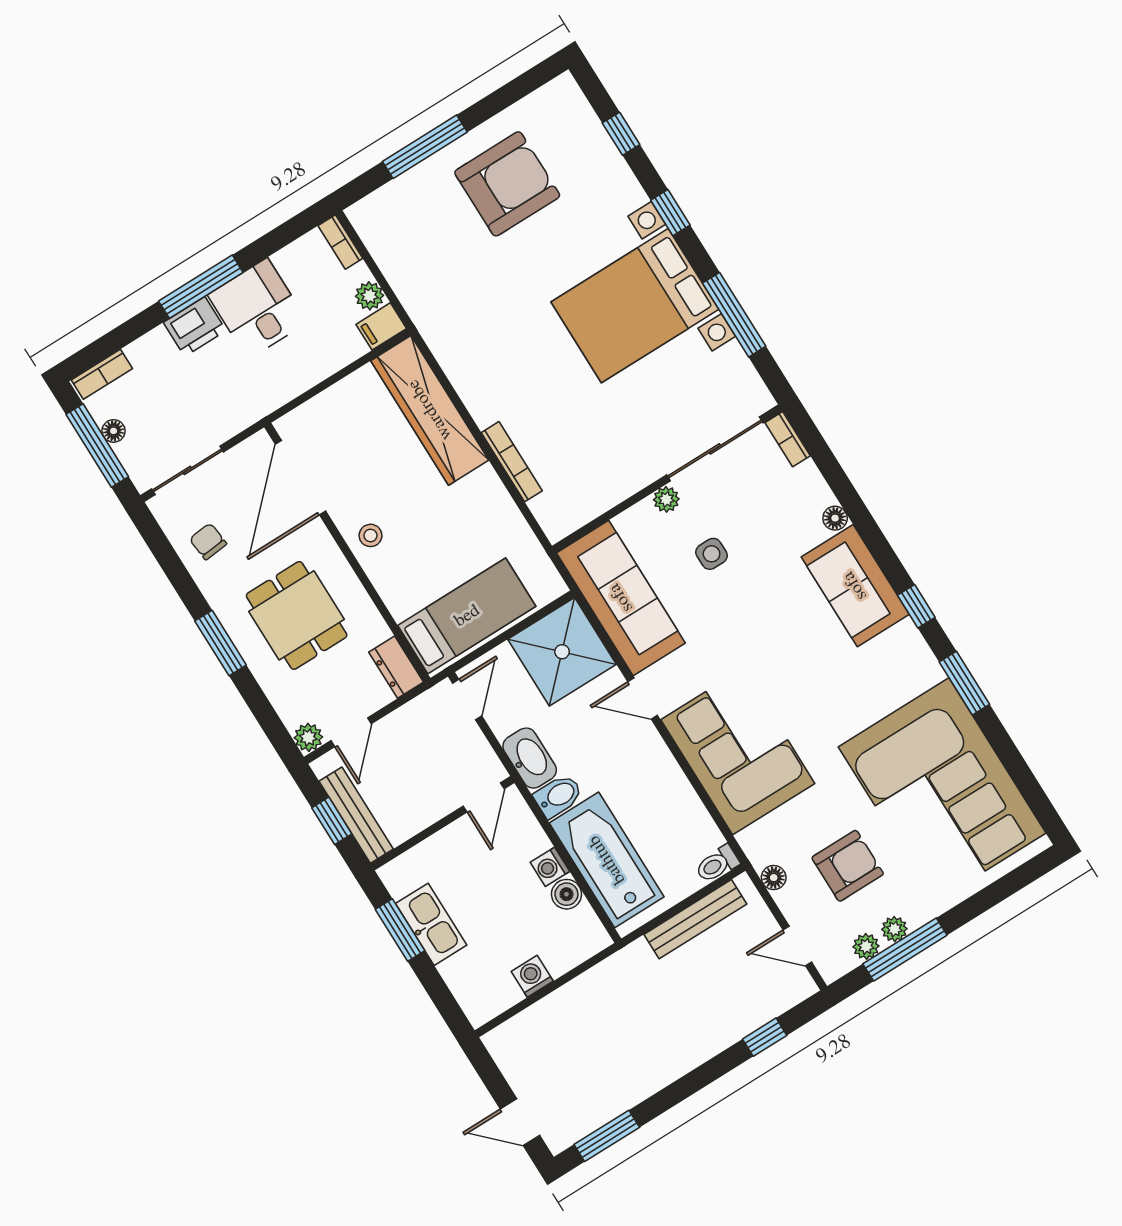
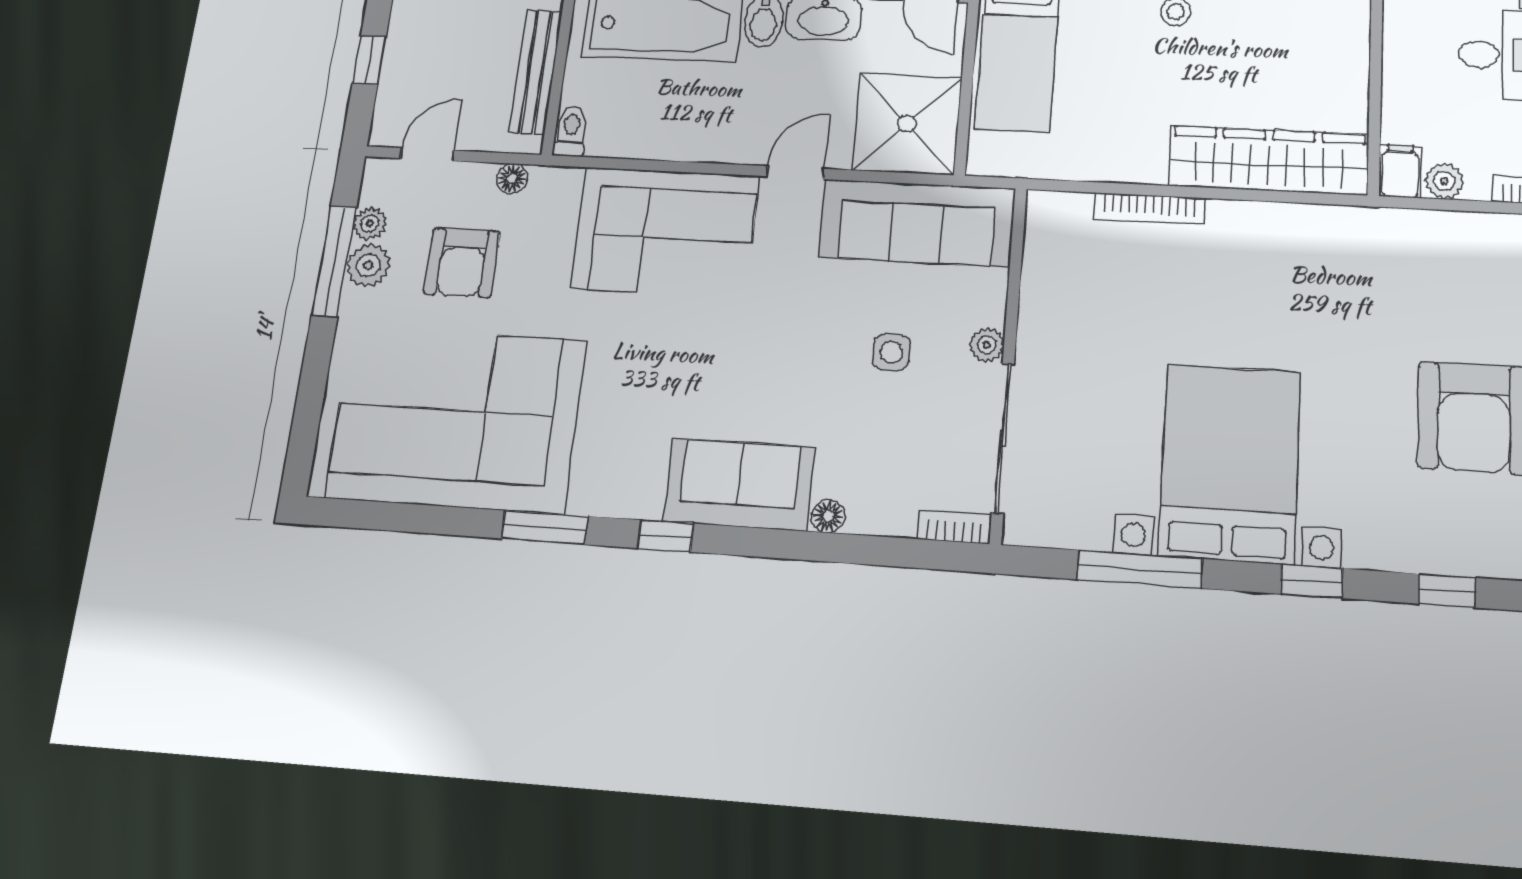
plant: (894, 929) -> (368, 265), width x1.38, depth x1.38

